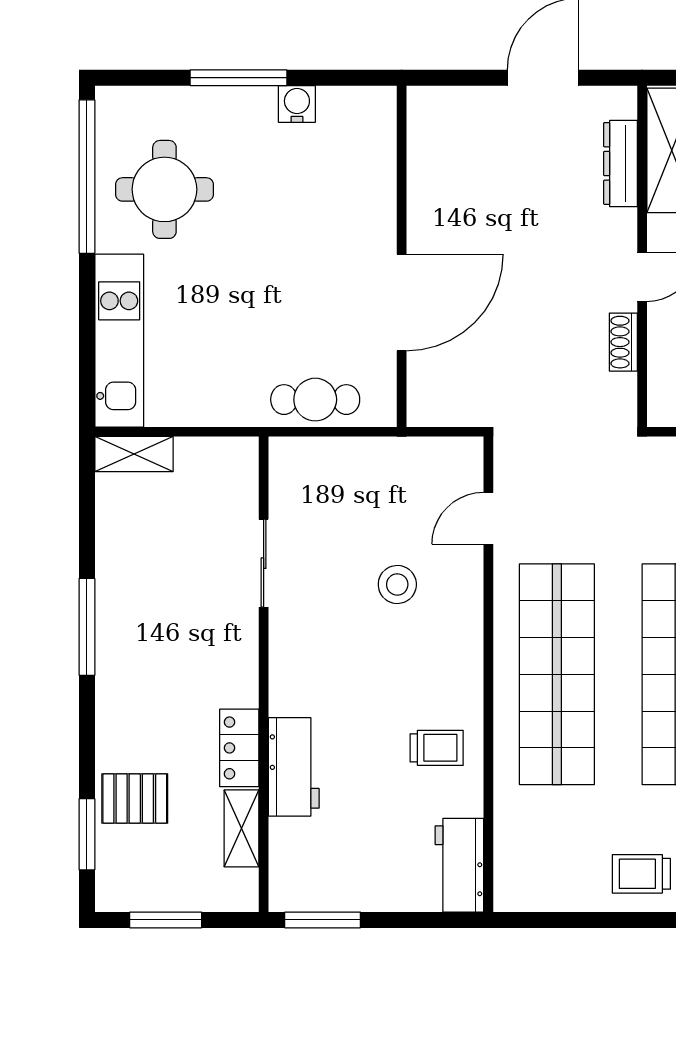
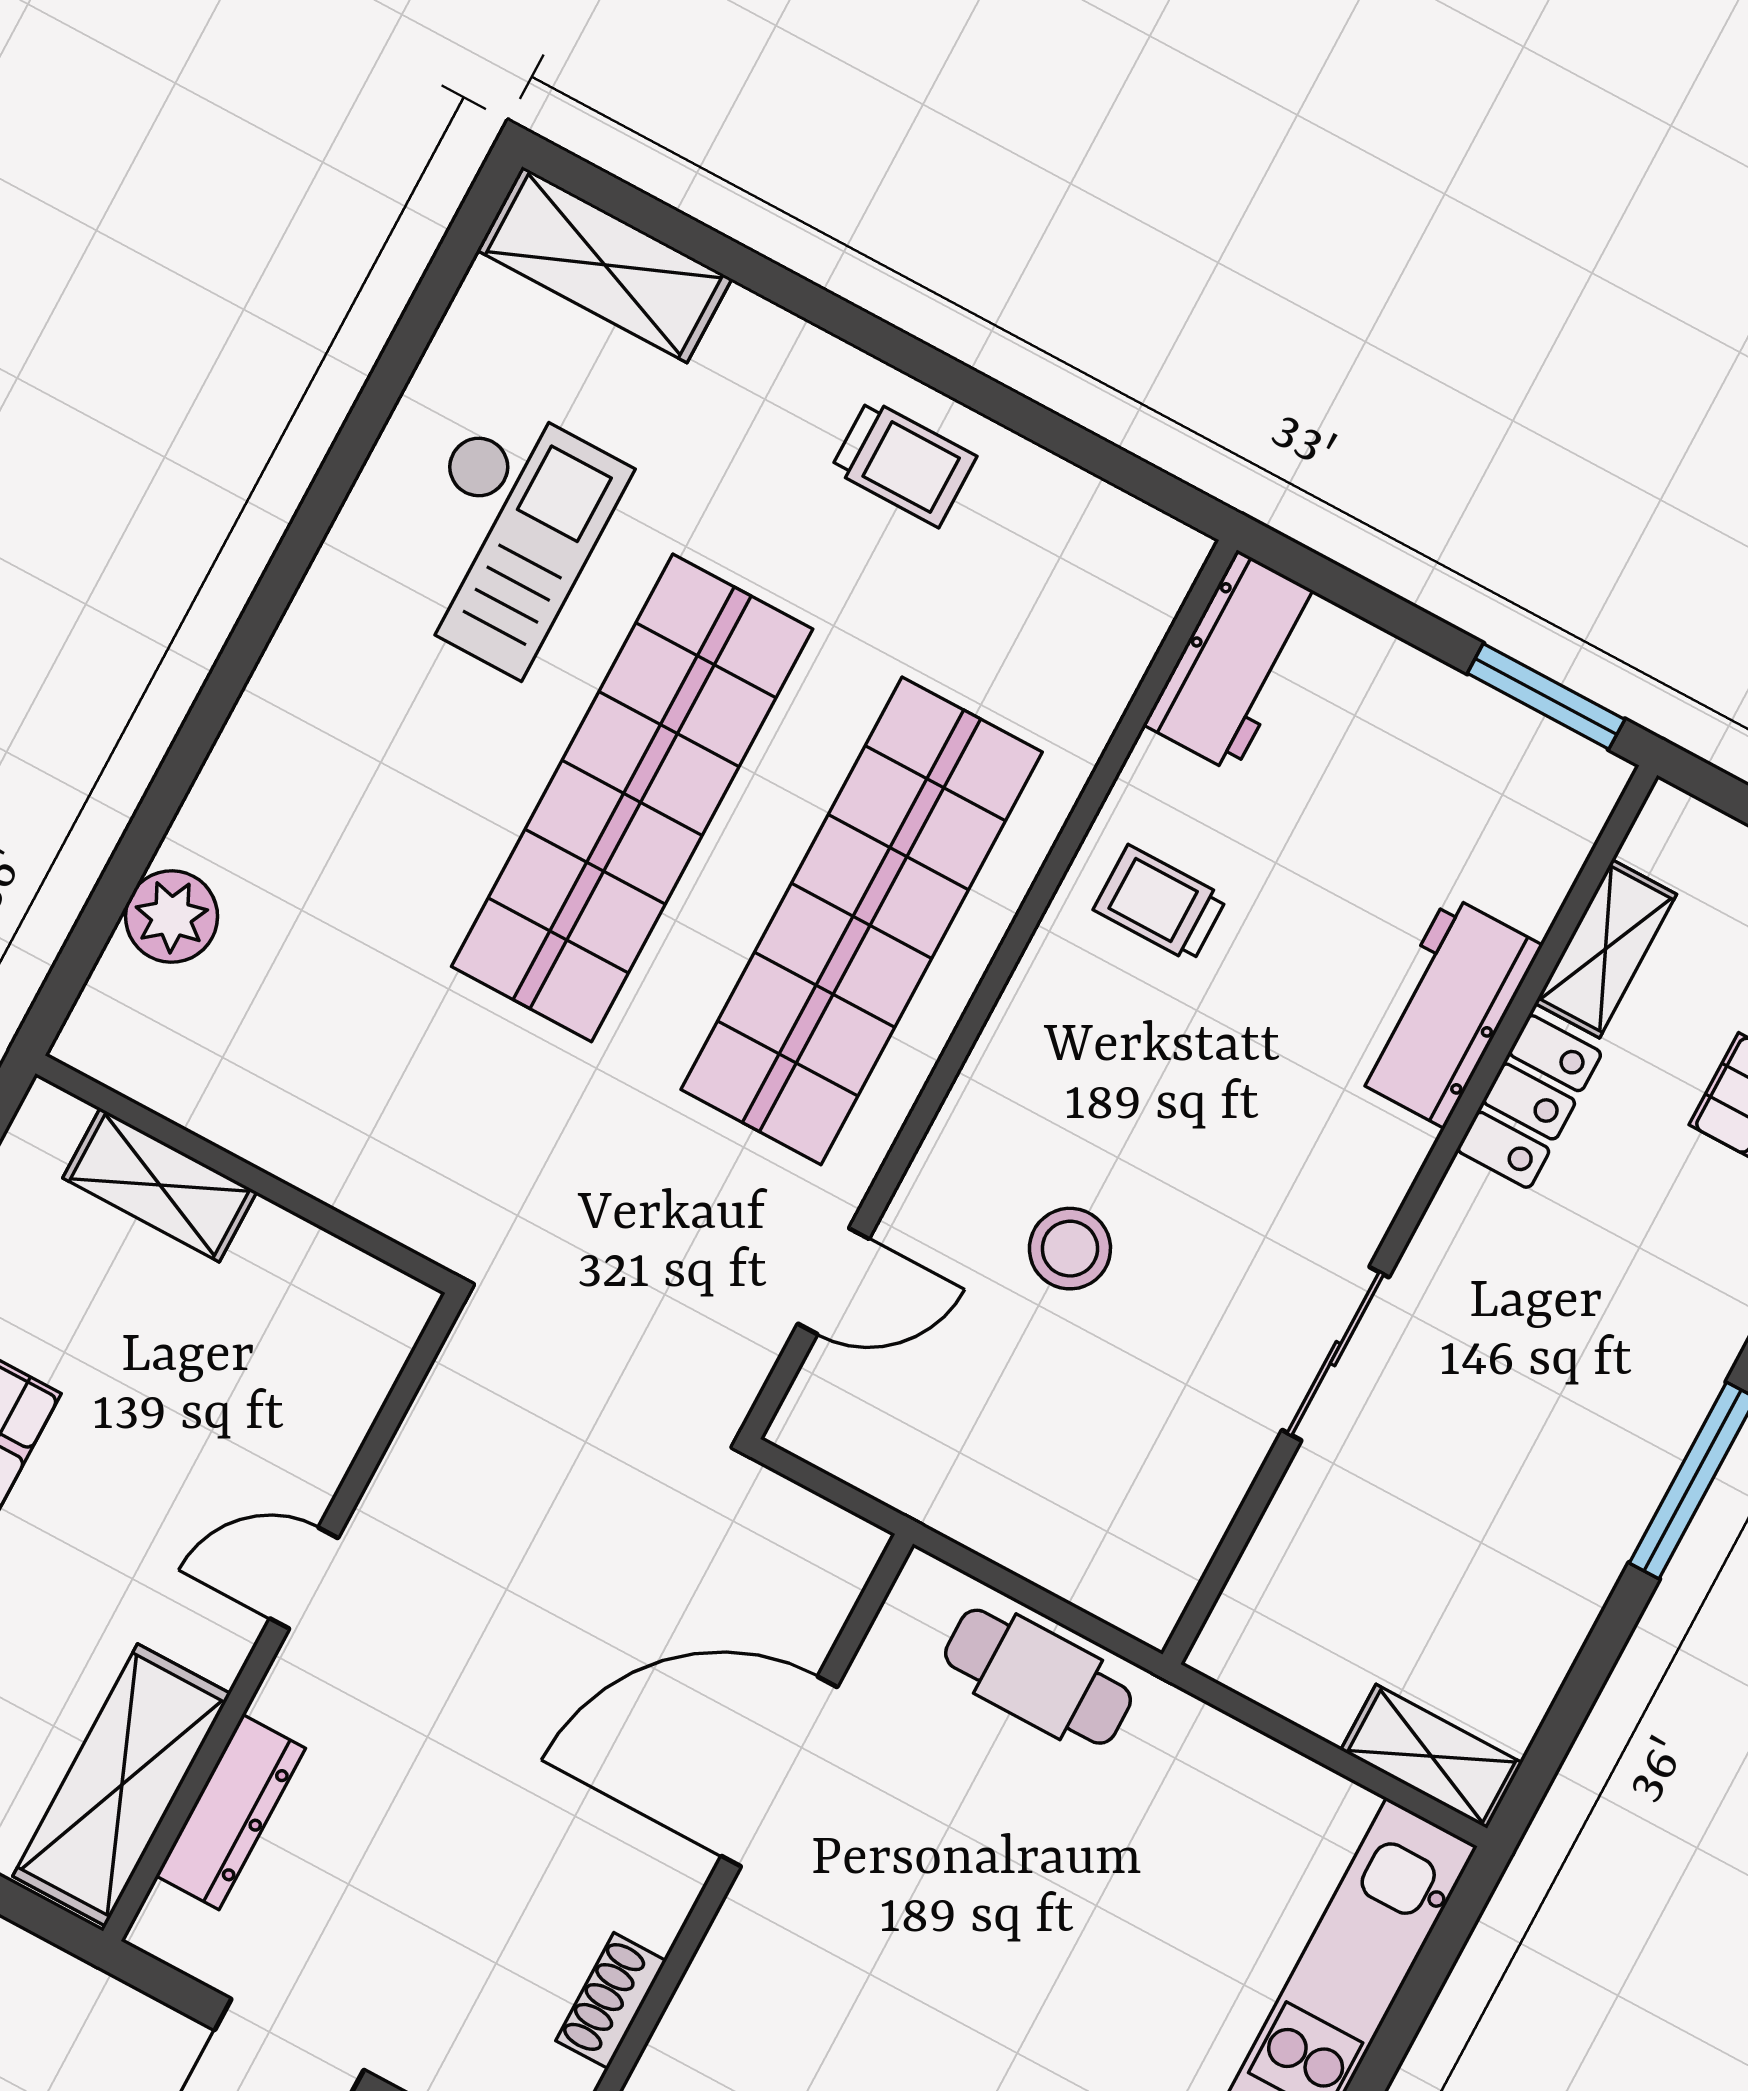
shoe rack: (623, 342) -> (611, 2001), moved, turned 180
sliding door: (264, 563) -> (1335, 1354), moved

